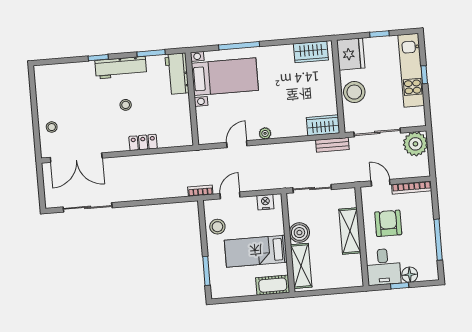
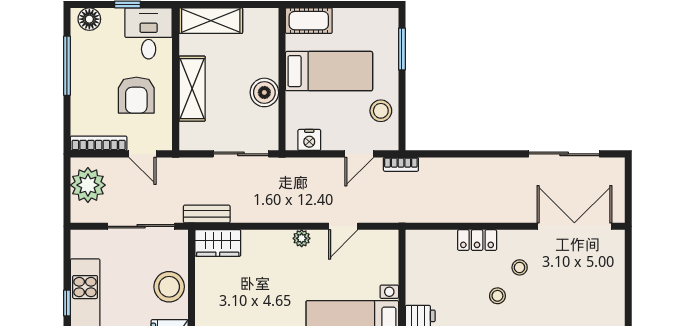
stool: (52, 127) -> (520, 267), moved
plant: (415, 144) -> (88, 185), moved
shelving: (301, 266) -> (211, 21), moved, turned 90
floor lamp: (410, 275) -> (89, 19), moved

